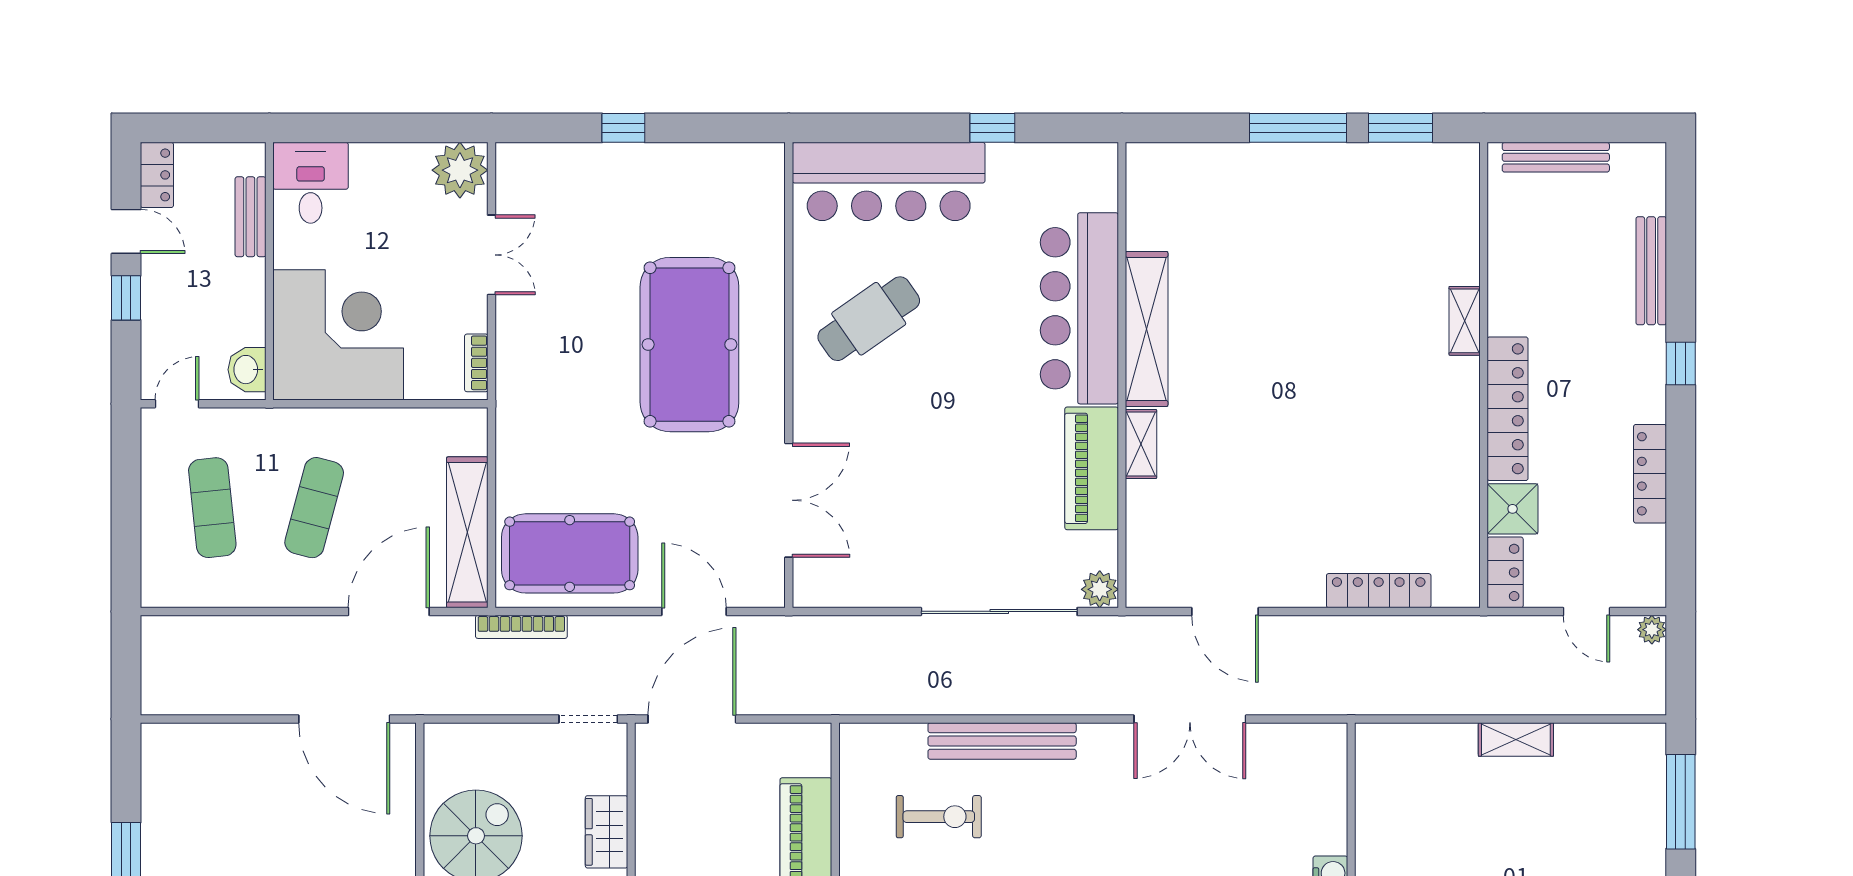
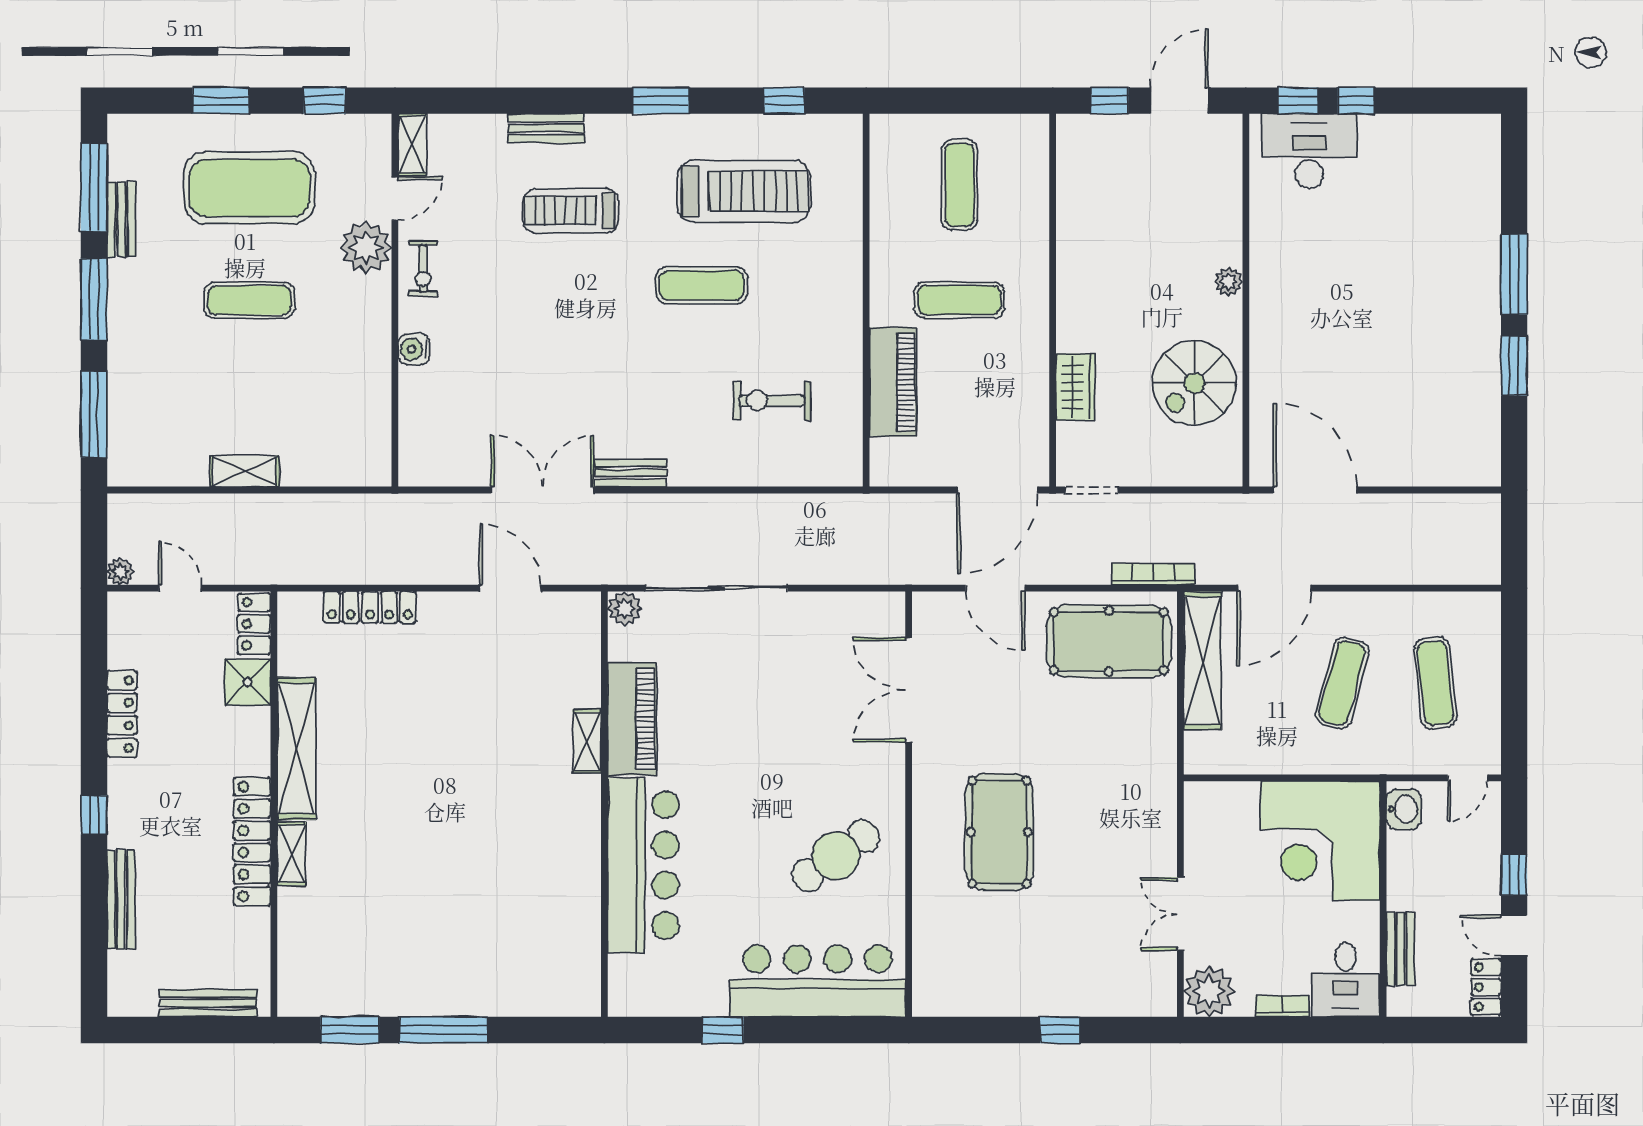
shelving: (1147, 329) -> (297, 749), moved
pool table: (689, 345) -> (999, 832), width x0.73, depth x0.76
bookcase: (476, 363) -> (1282, 1006), moved, turned -90
locker: (1508, 409) -> (252, 841), moved
bench: (1002, 741) -> (631, 473), moved, width x0.54, depth x0.82

